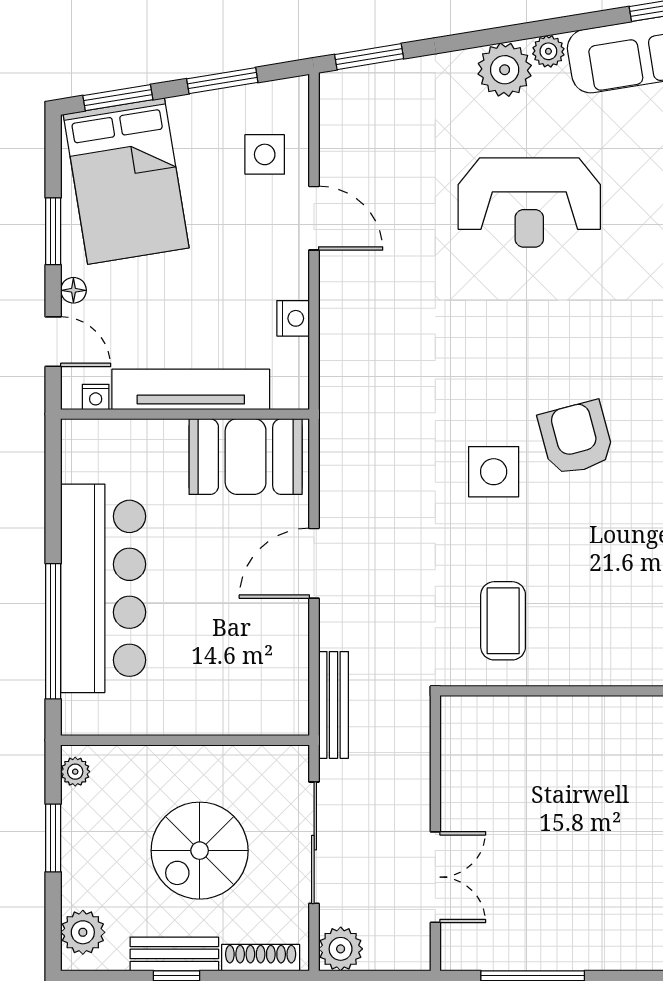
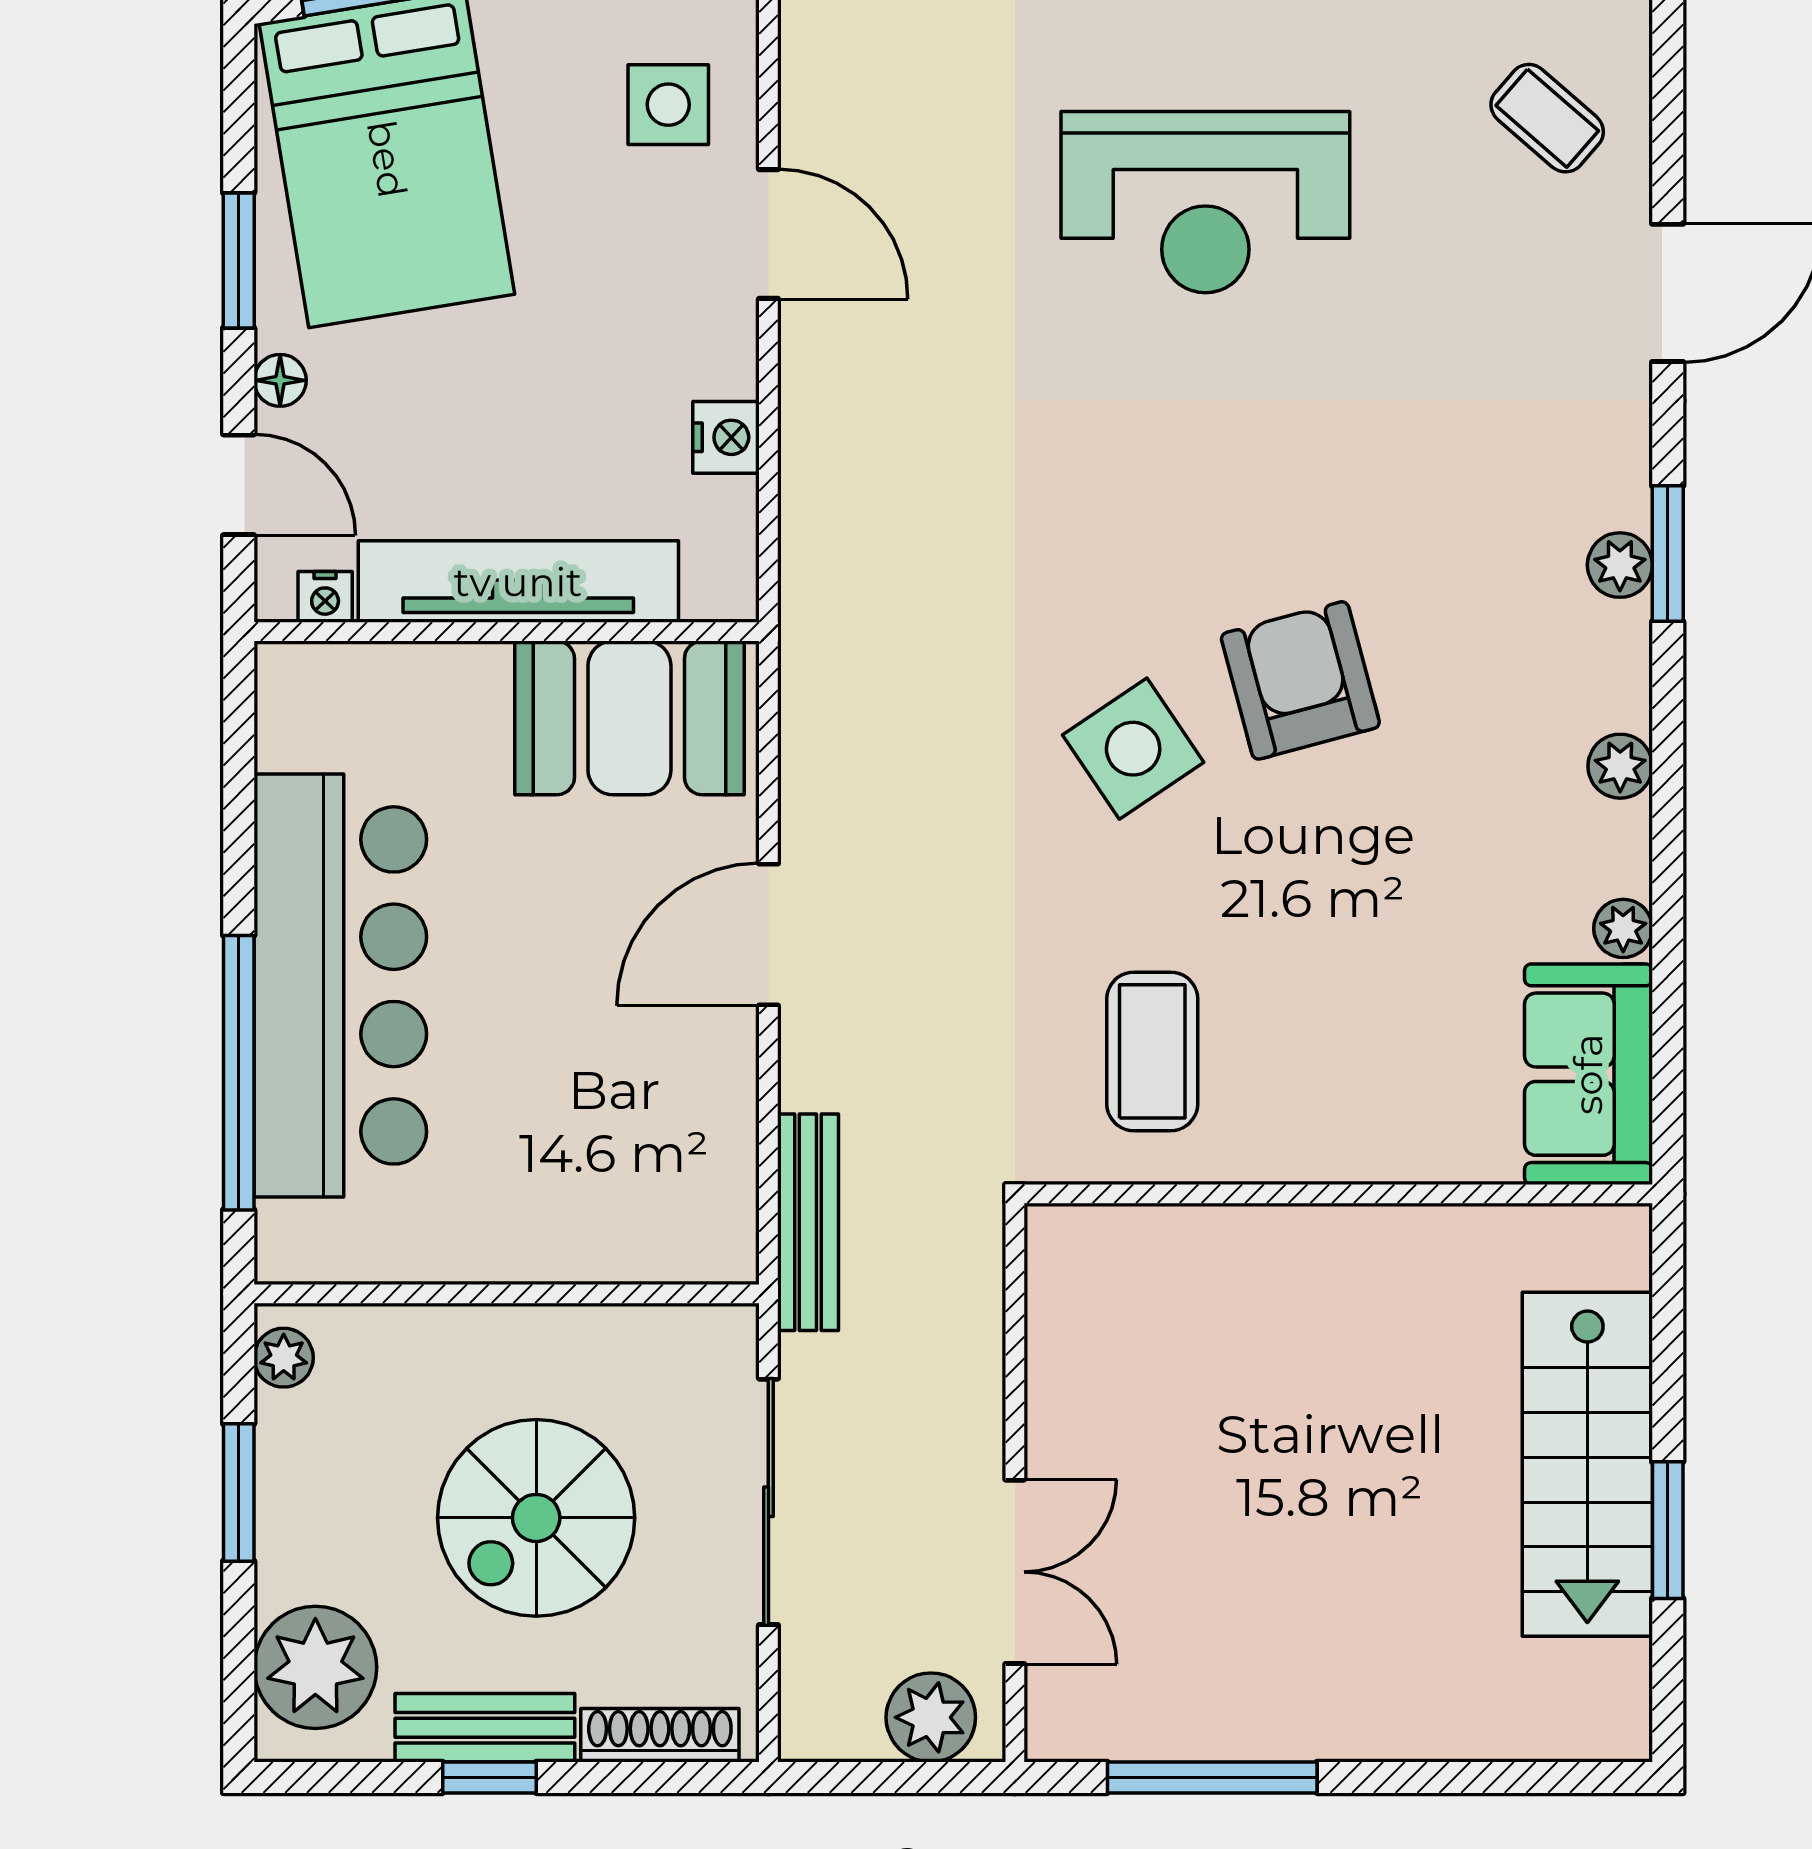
side table: (494, 472) -> (1133, 749), turned -34
plant: (83, 932) -> (315, 1667), width x1.36, depth x1.36
plant: (341, 949) -> (931, 1717), moved

